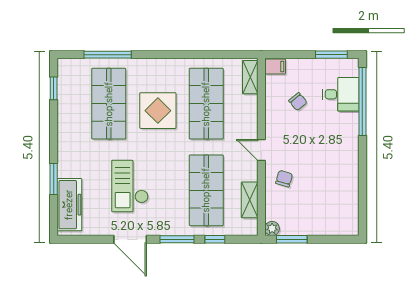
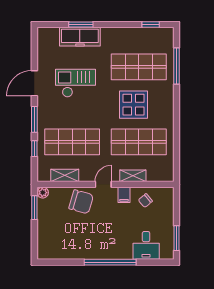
filing cabinet: (275, 66) -> (124, 195), moved
shelving: (250, 77) -> (133, 176), moved
window: (362, 101) -> (110, 262), moved
chair: (298, 102) -> (145, 201), moved
chair: (284, 179) -> (81, 202), width x1.87, depth x1.87
freezer: (69, 205) -> (80, 37), moved

